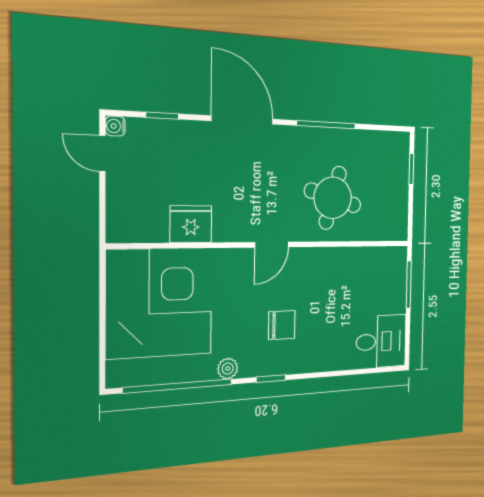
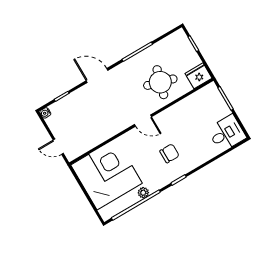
door: (242, 120) -> (97, 75), width x0.73
door: (102, 154) -> (58, 147), moved
fridge: (191, 224) -> (198, 76), moved
door: (272, 245) -> (143, 121), hinge flipped
plant: (228, 369) -> (143, 193), moved

